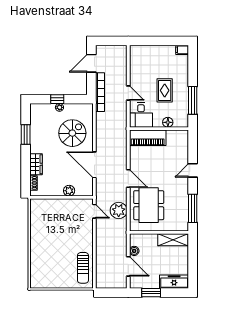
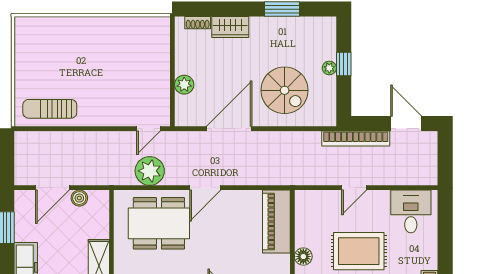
rug: (165, 90) -> (359, 251), width x1.36, depth x1.43
desk: (141, 115) -> (411, 211), moved, turned 90

